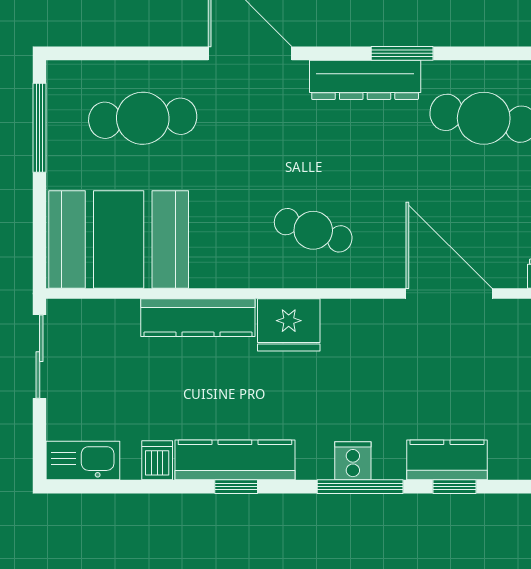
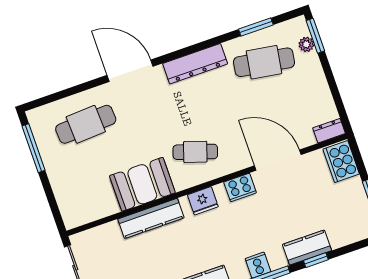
window: (402, 53) -> (256, 27), moved
booth: (119, 240) -> (142, 184), moved, width x0.73, depth x0.70
cooker: (368, 318) -> (240, 187), added
fridge: (289, 325) -> (203, 201), width x0.73, depth x0.75

